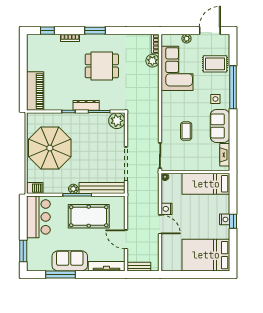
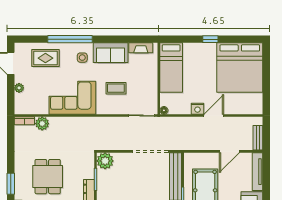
rug: (215, 64) -> (45, 58), turned 90
corner sofa: (177, 68) -> (72, 98), moved
nightstand: (225, 219) -> (208, 48), removed
bed: (206, 255) -> (240, 68), width x1.36

